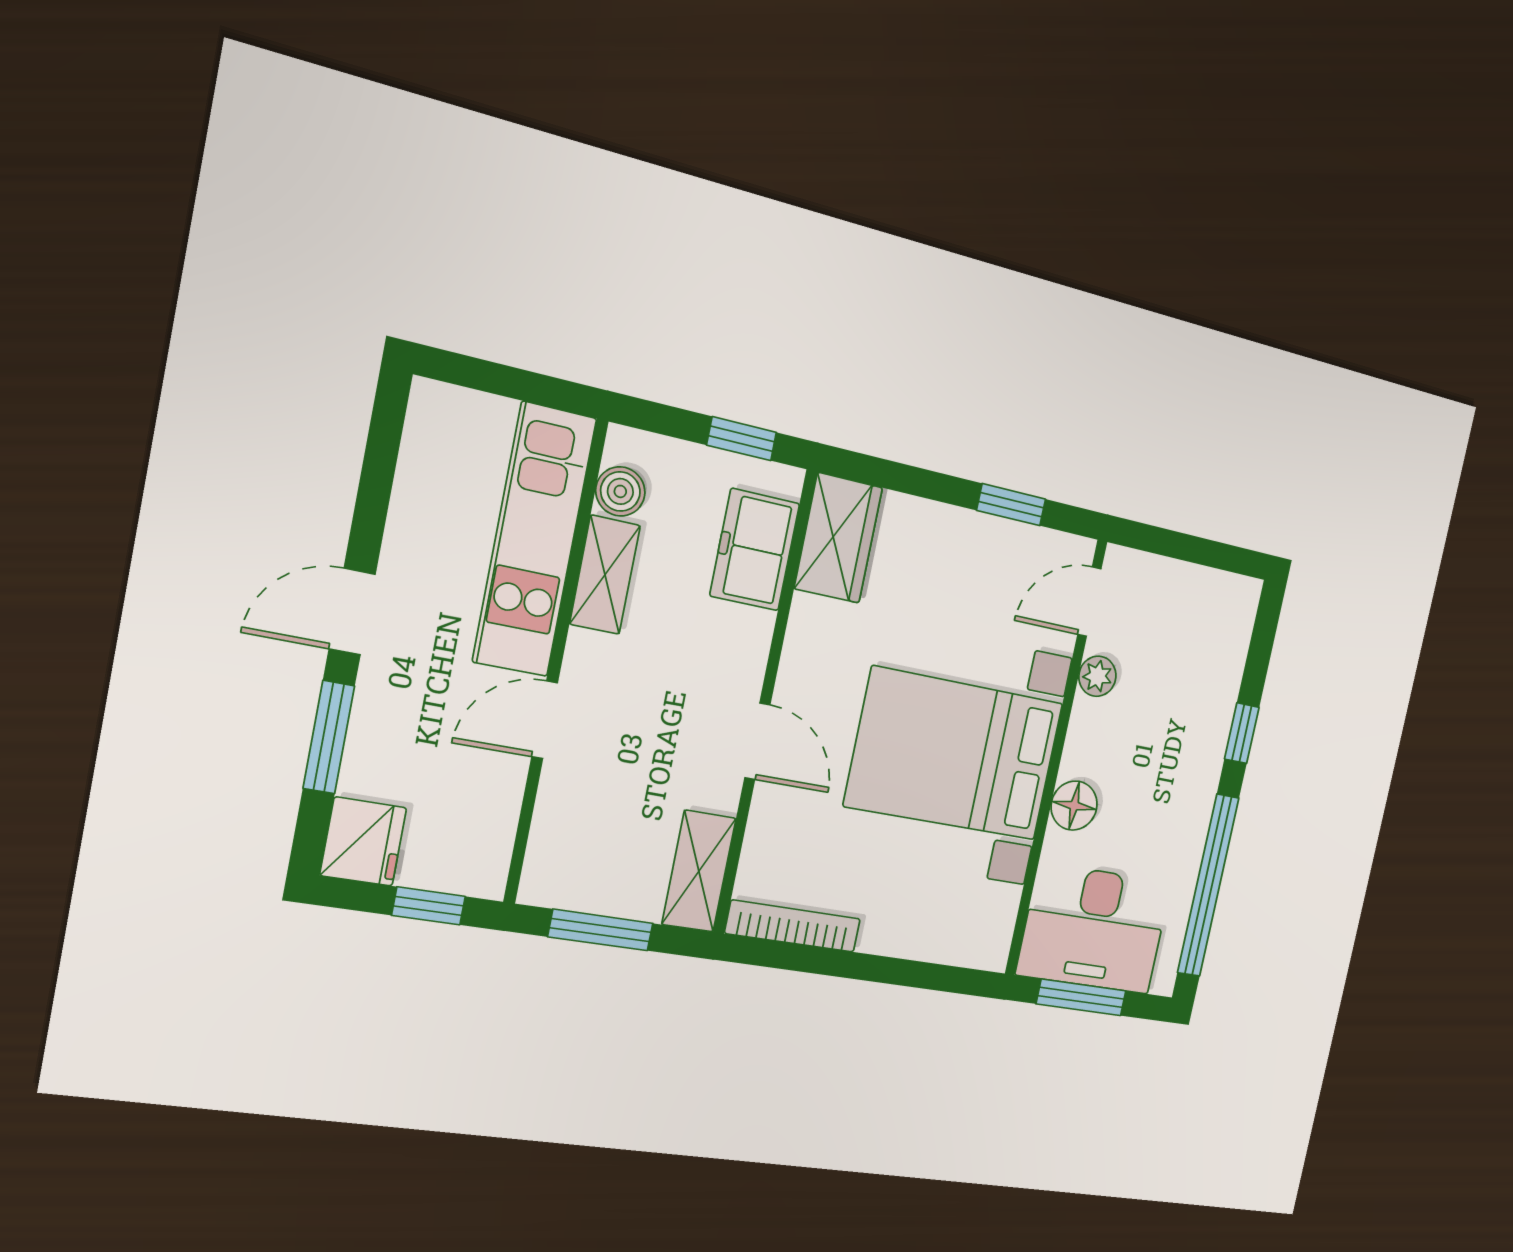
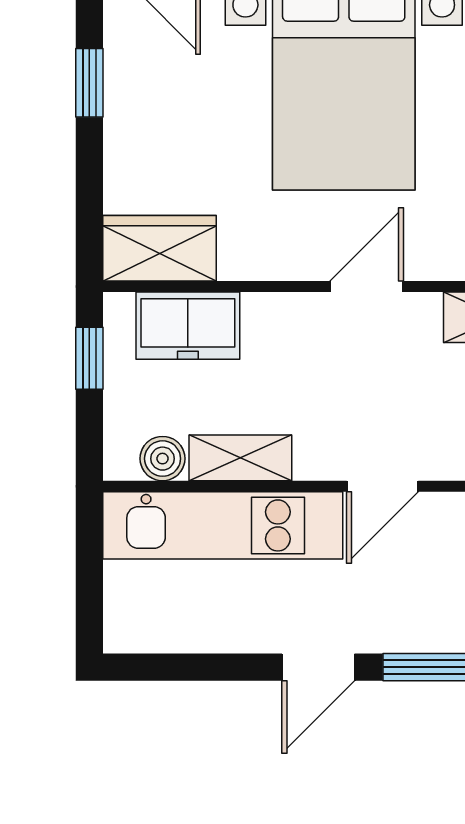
door: (352, 612) -> (318, 667), hinge flipped
door: (545, 720) -> (382, 486), hinge flipped

